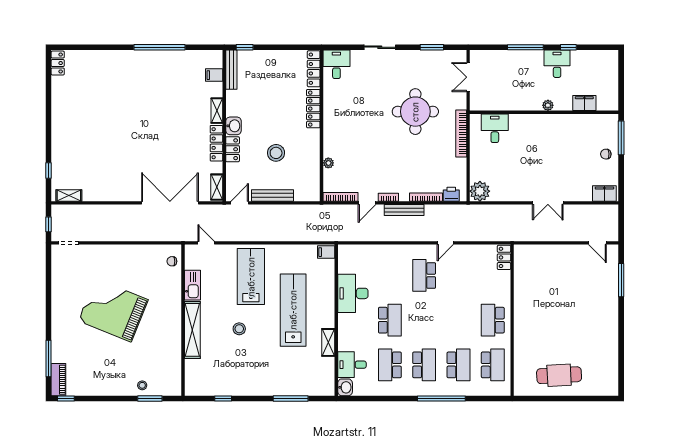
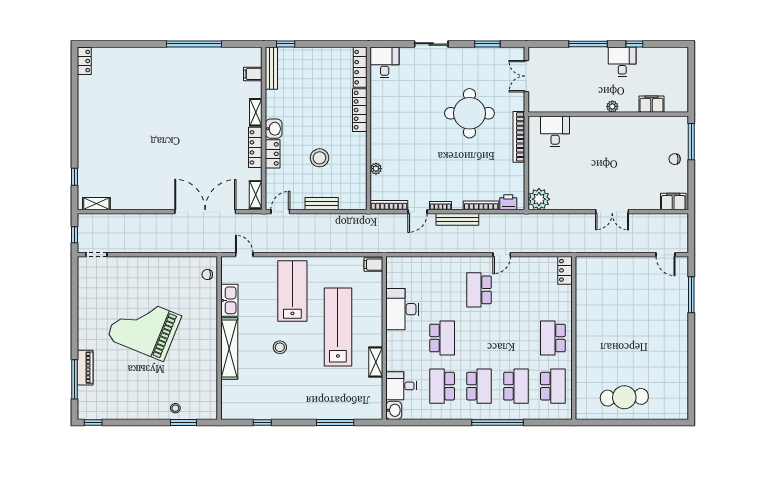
bench: (272, 195) -> (322, 204), width x0.73
piano: (58, 380) -> (85, 368), moved

